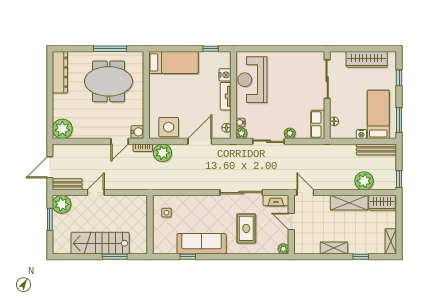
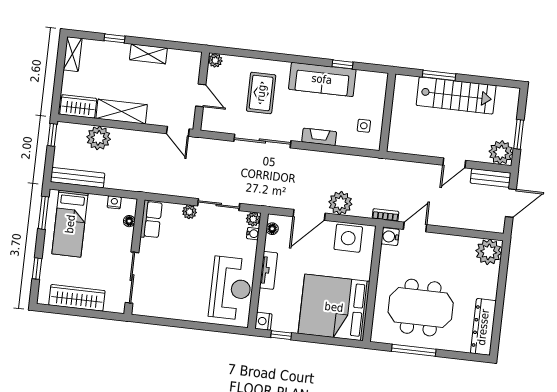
bed: (173, 62) -> (334, 307), width x2.04
nightstand: (225, 75) -> (263, 321), moved
nightstand: (361, 134) -> (114, 202), moved
plant: (162, 153) -> (340, 203), moved
fireplace: (276, 201) -> (319, 137), moved

